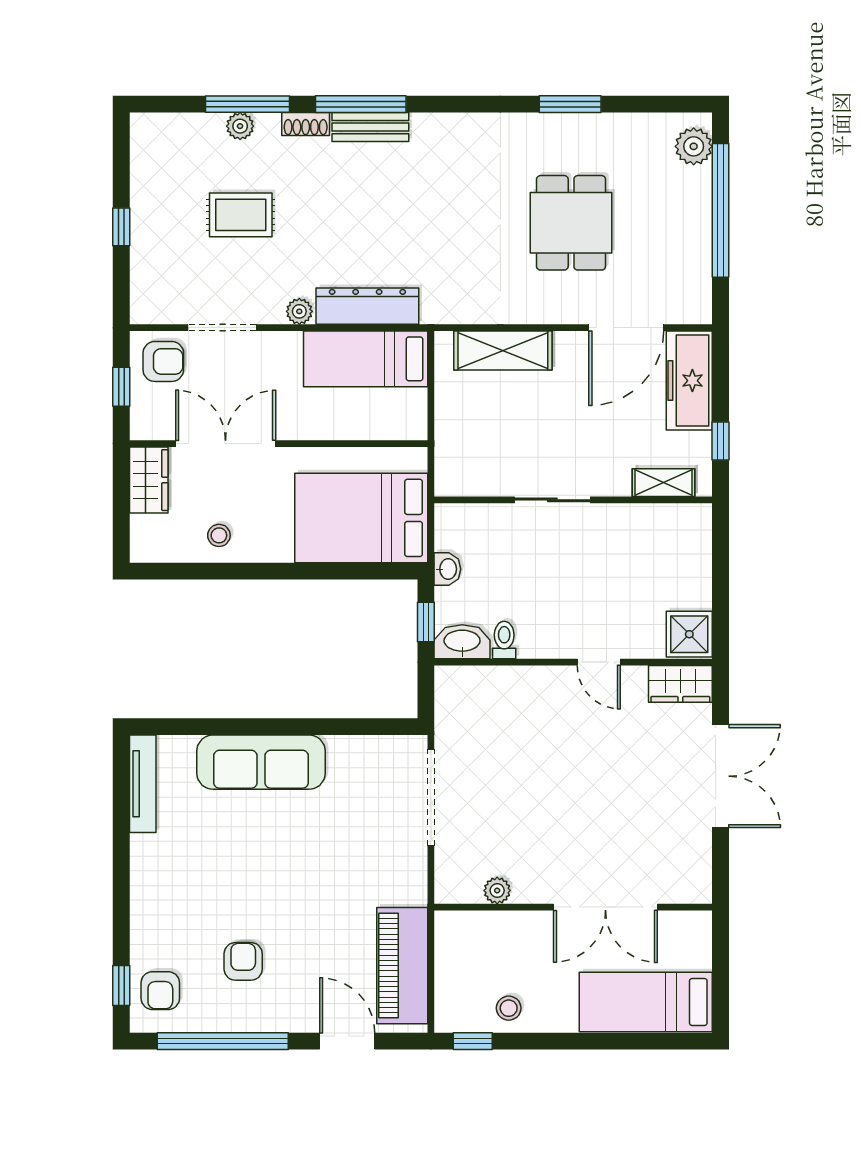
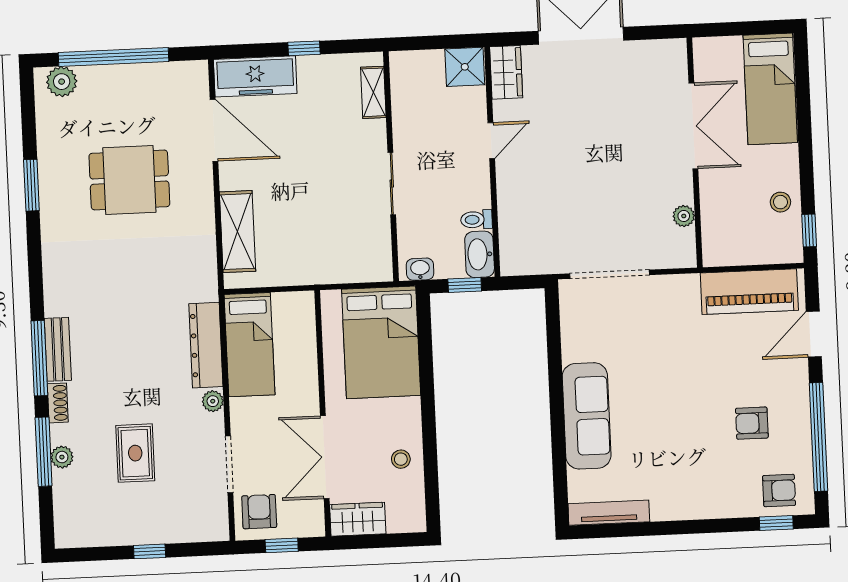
shelving: (664, 483) -> (373, 92), moved
sliding door: (552, 500) -> (392, 184), moved
wall: (573, 500) -> (391, 166), moved

